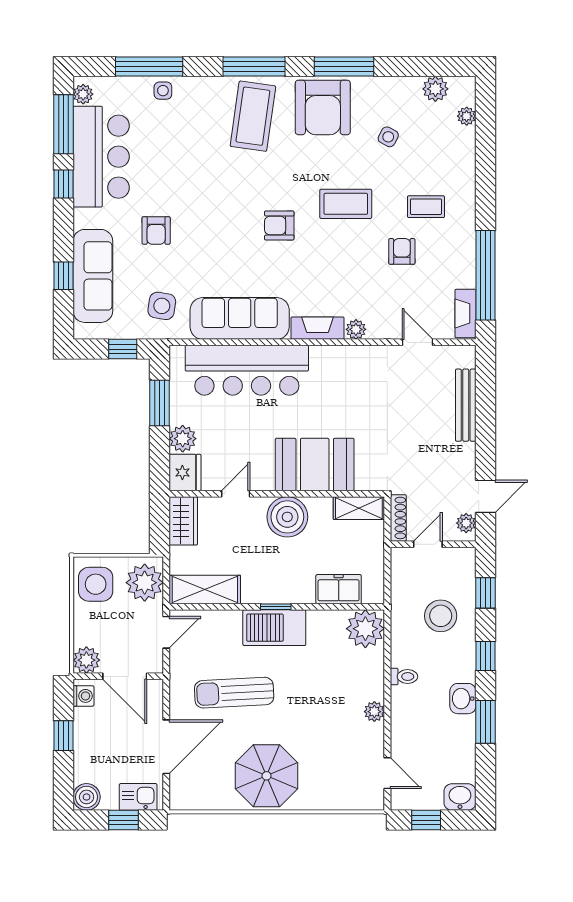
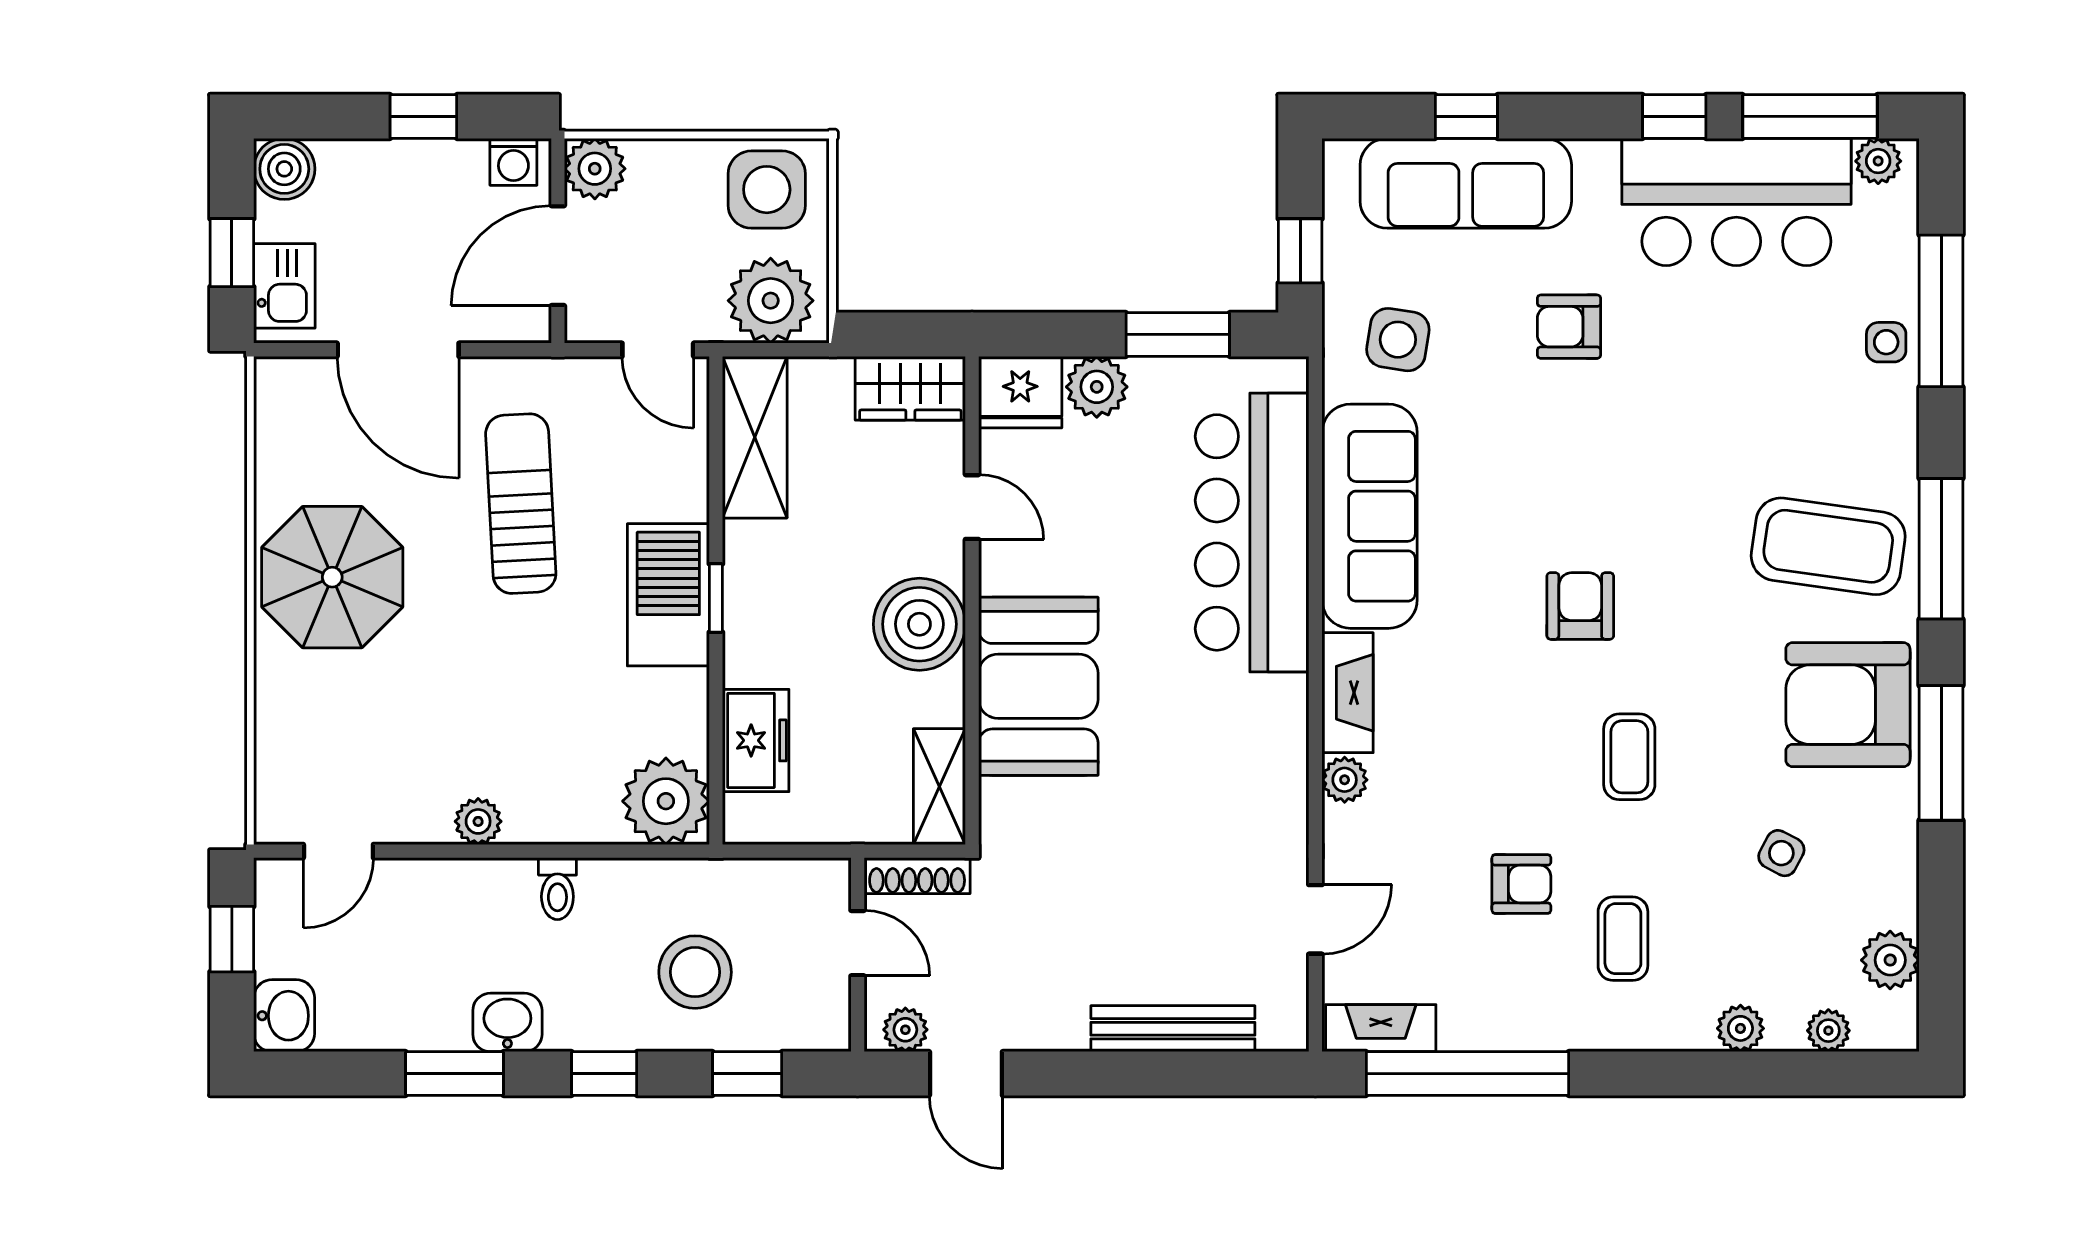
plant: (466, 155) -> (1740, 1028), added
coffee table: (346, 204) -> (1629, 757), width x0.73, depth x0.77

